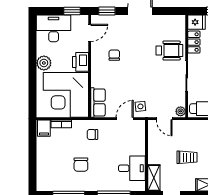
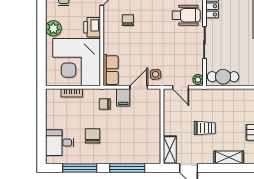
filing cabinet: (44, 128) -> (123, 97), moved
chair: (81, 165) -> (93, 136), turned 180
desk: (132, 168) -> (60, 143), moved, turned 180

